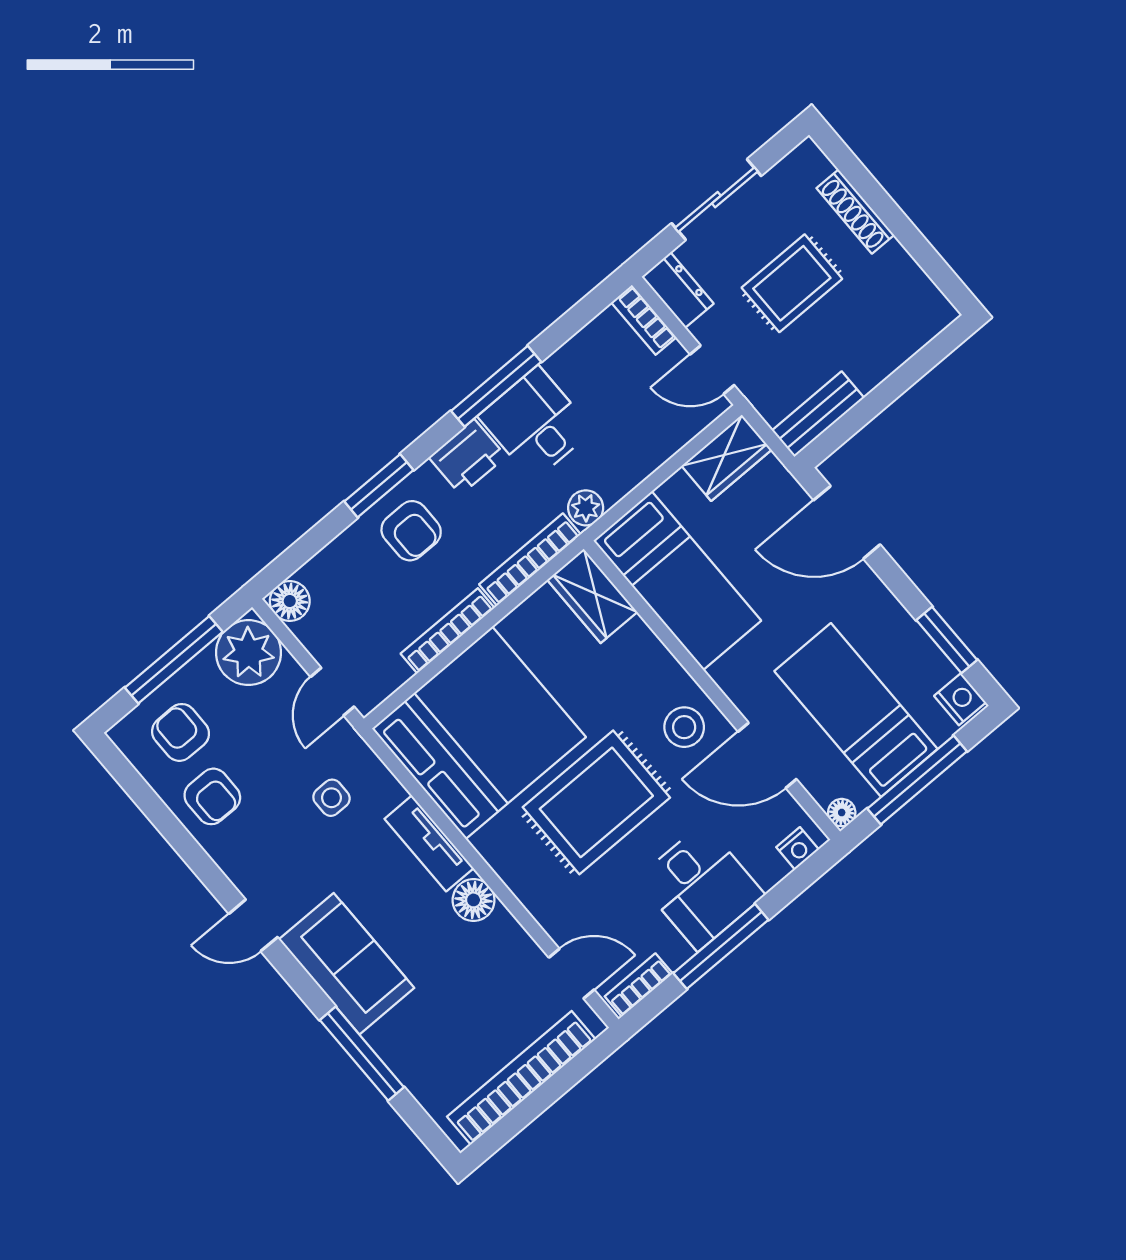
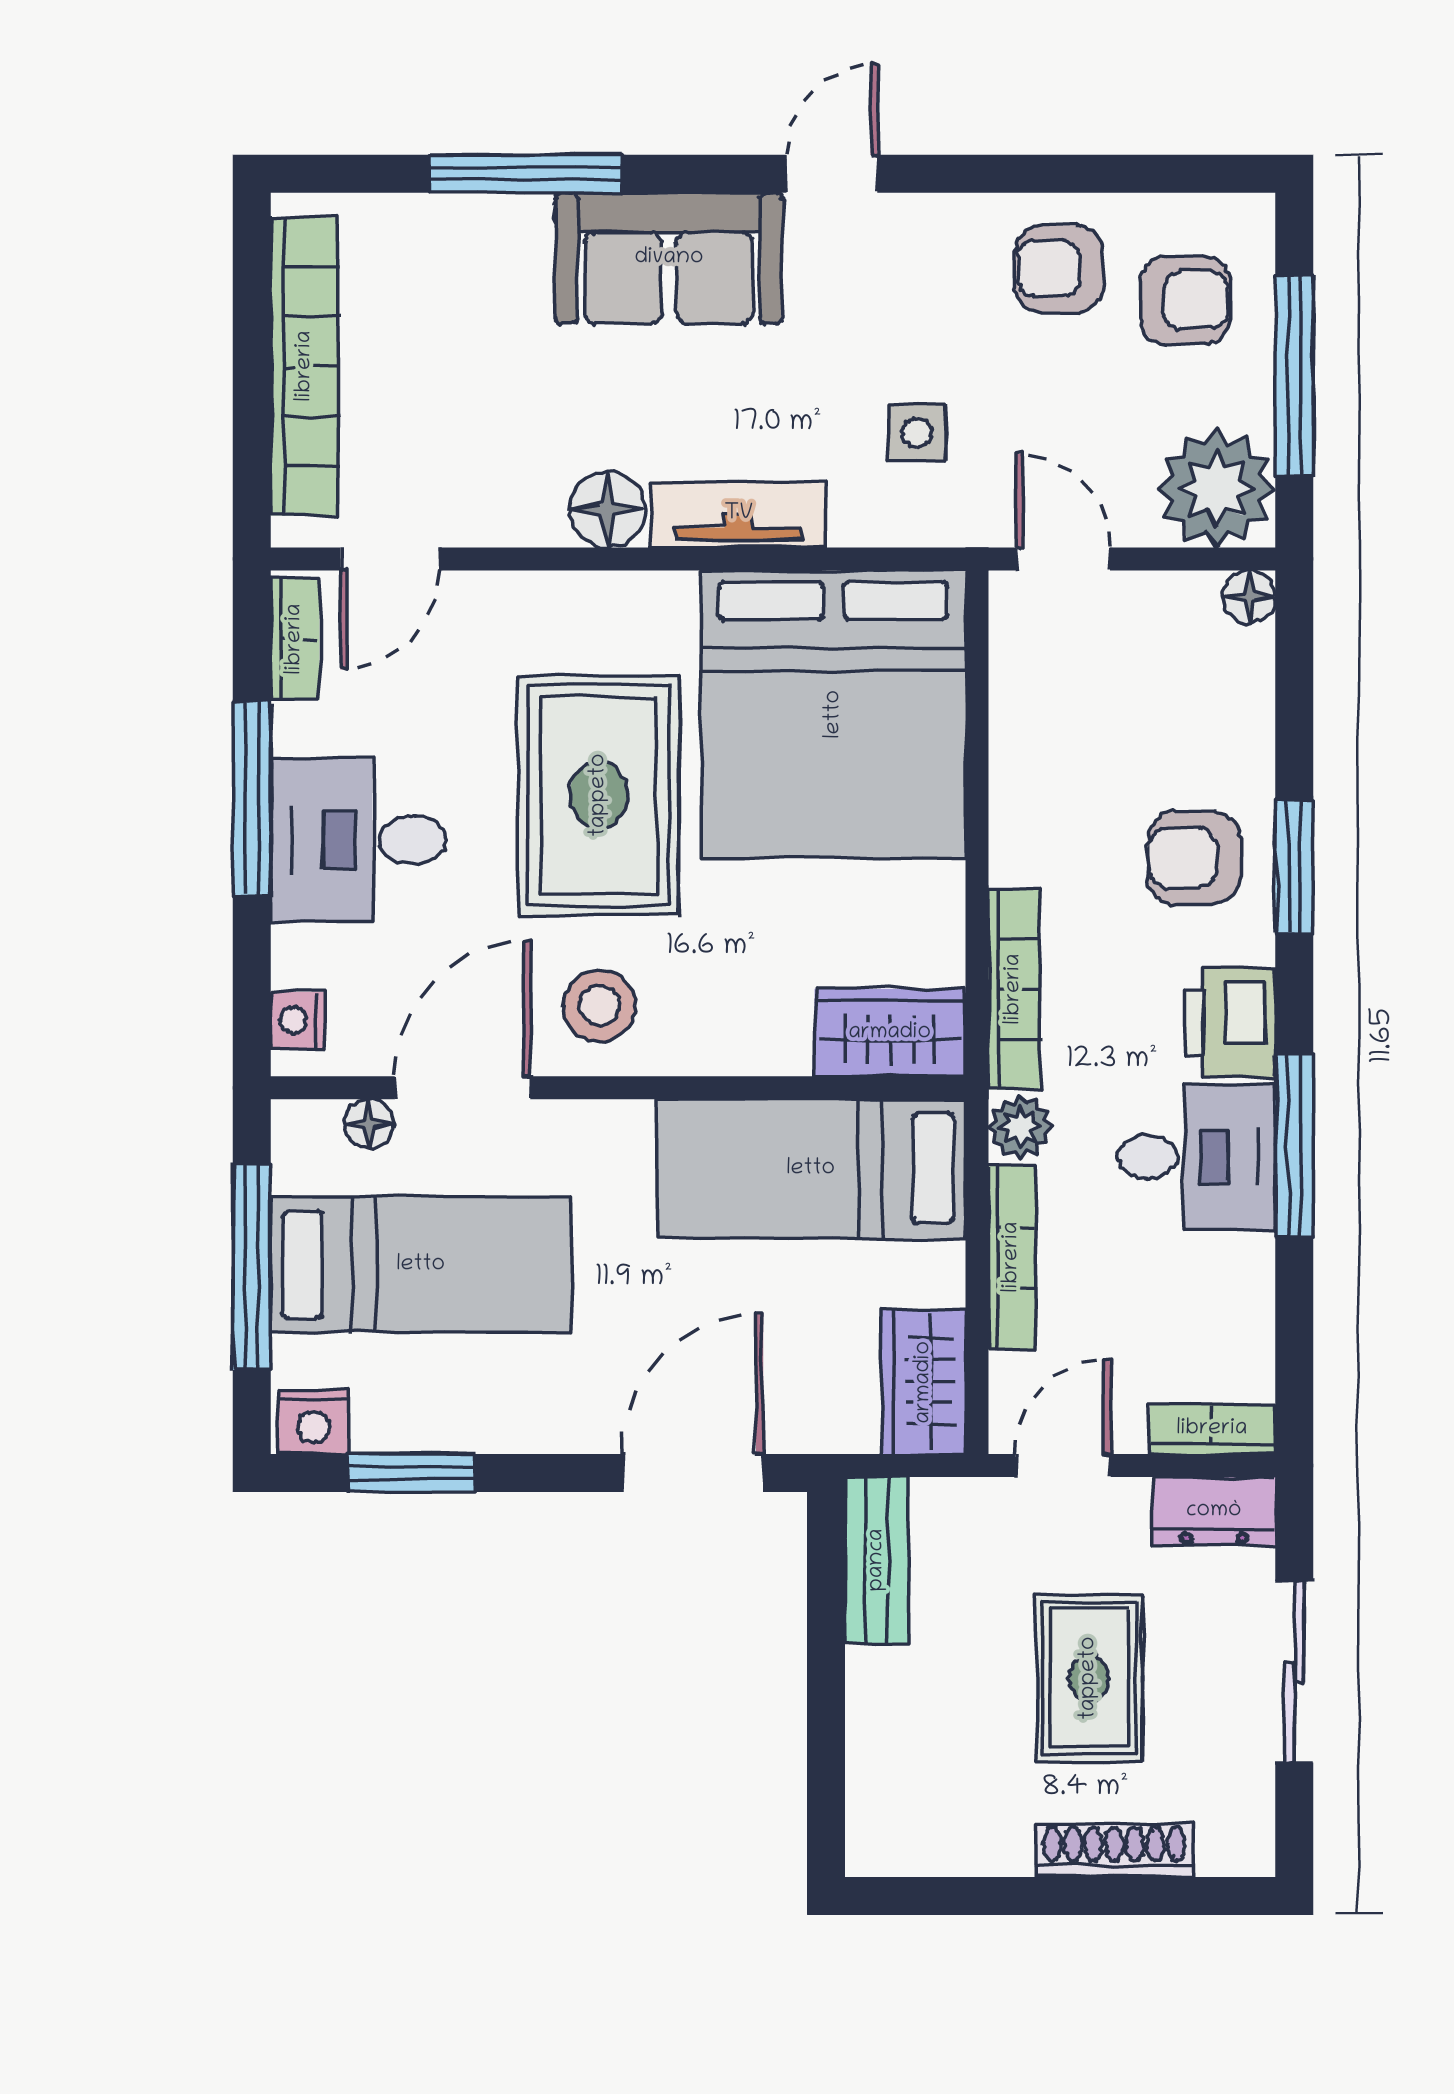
floor lamp: (290, 601) -> (1249, 597), width x0.73, depth x0.73
bookcase: (448, 631) -> (1012, 1257), moved
floor lamp: (842, 813) -> (369, 1124), moved

